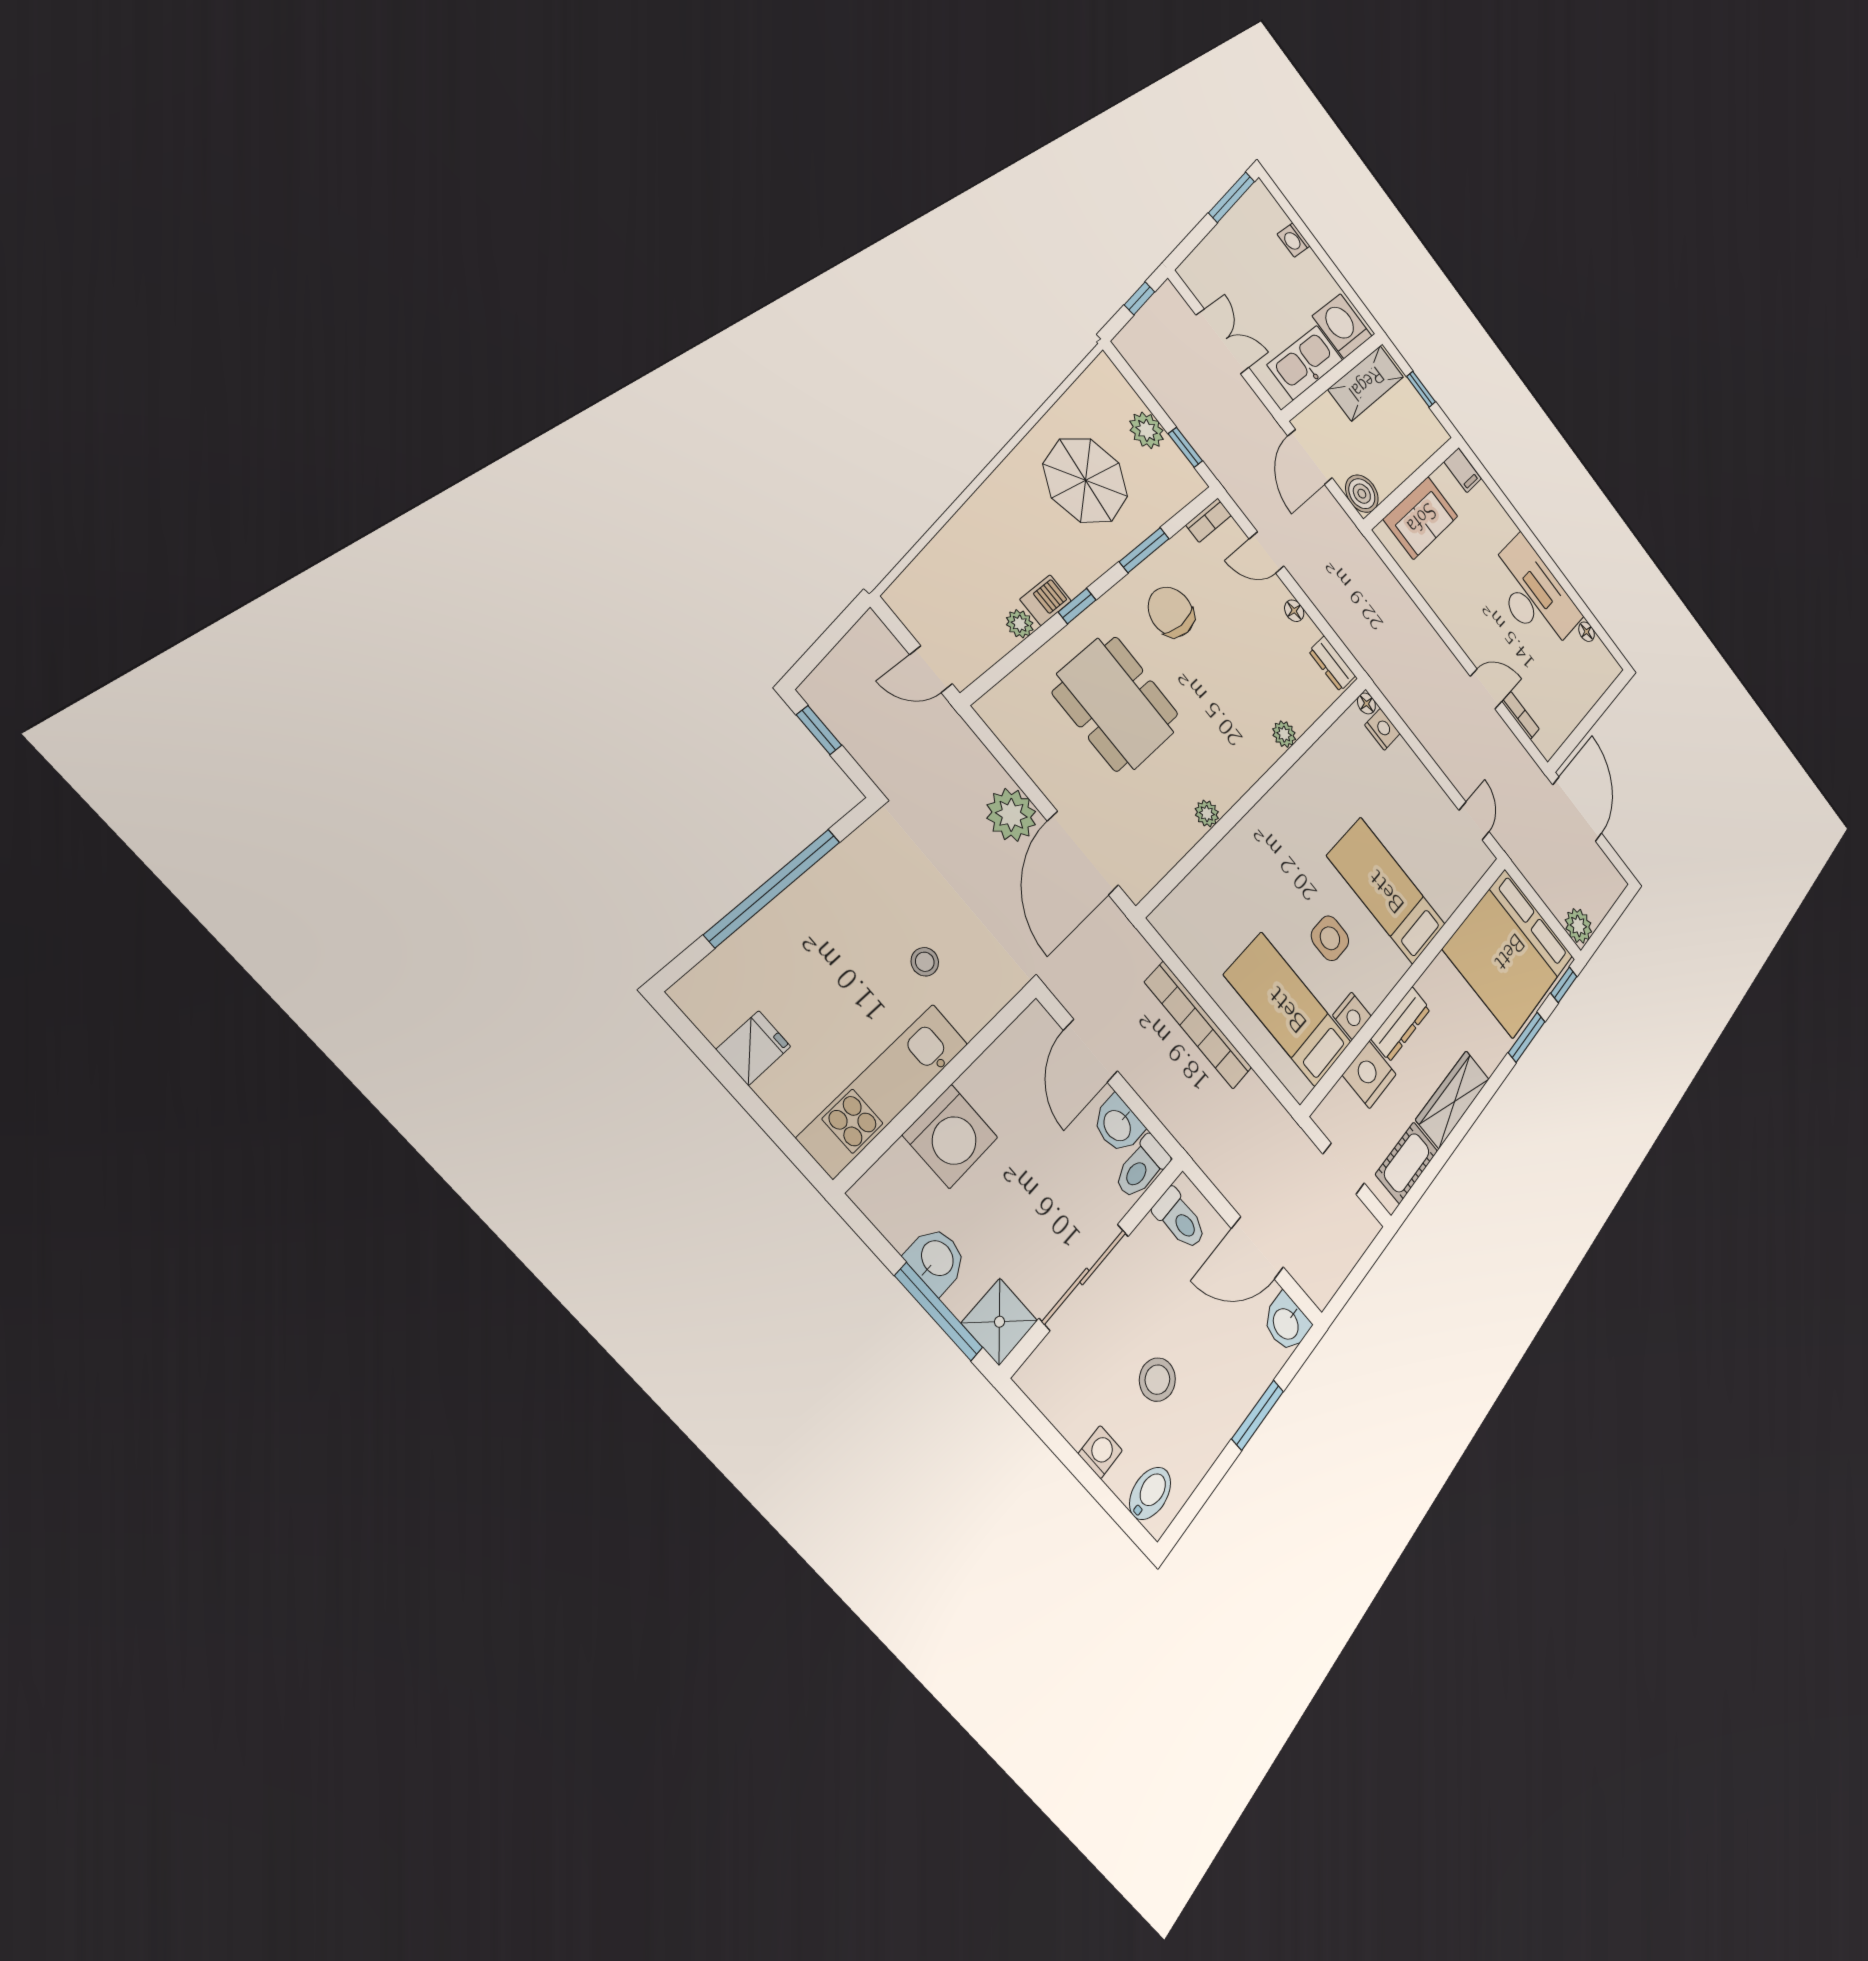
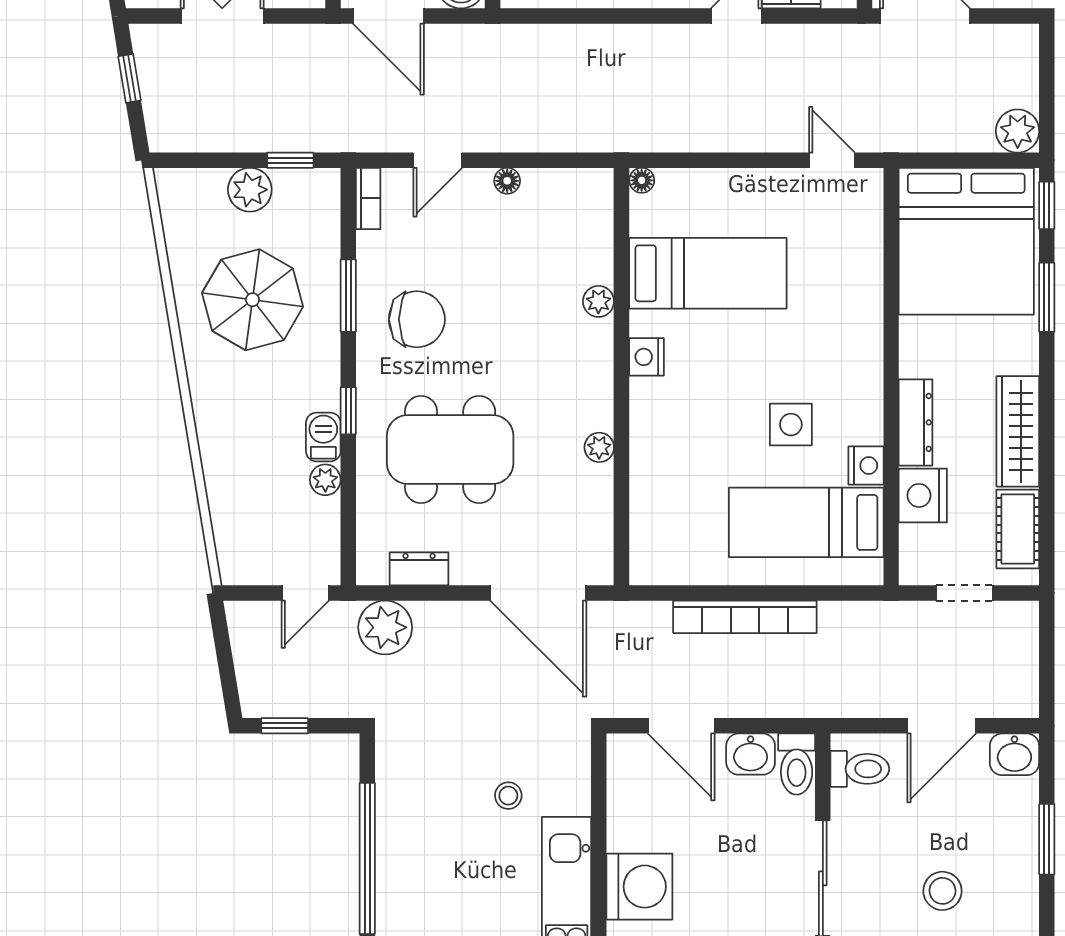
chair: (1171, 612) -> (417, 319), turned 180
dresser: (1332, 664) -> (419, 569), moved, turned 180
nightstand: (1382, 729) -> (646, 357), moved, turned -90
plant: (1011, 815) -> (385, 627), moved
bed: (1387, 891) -> (708, 273), moved, turned 180

